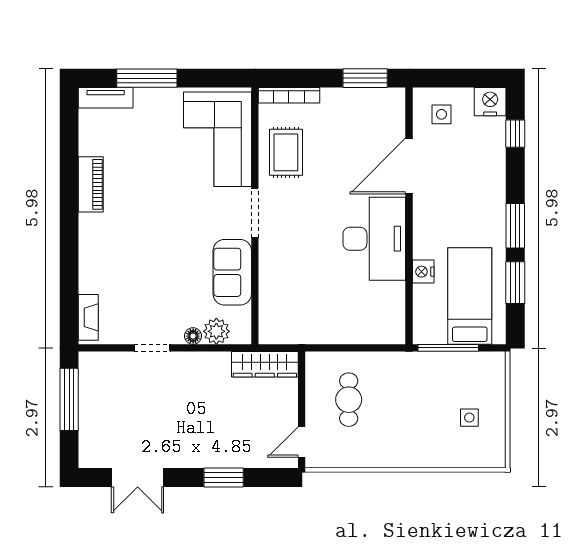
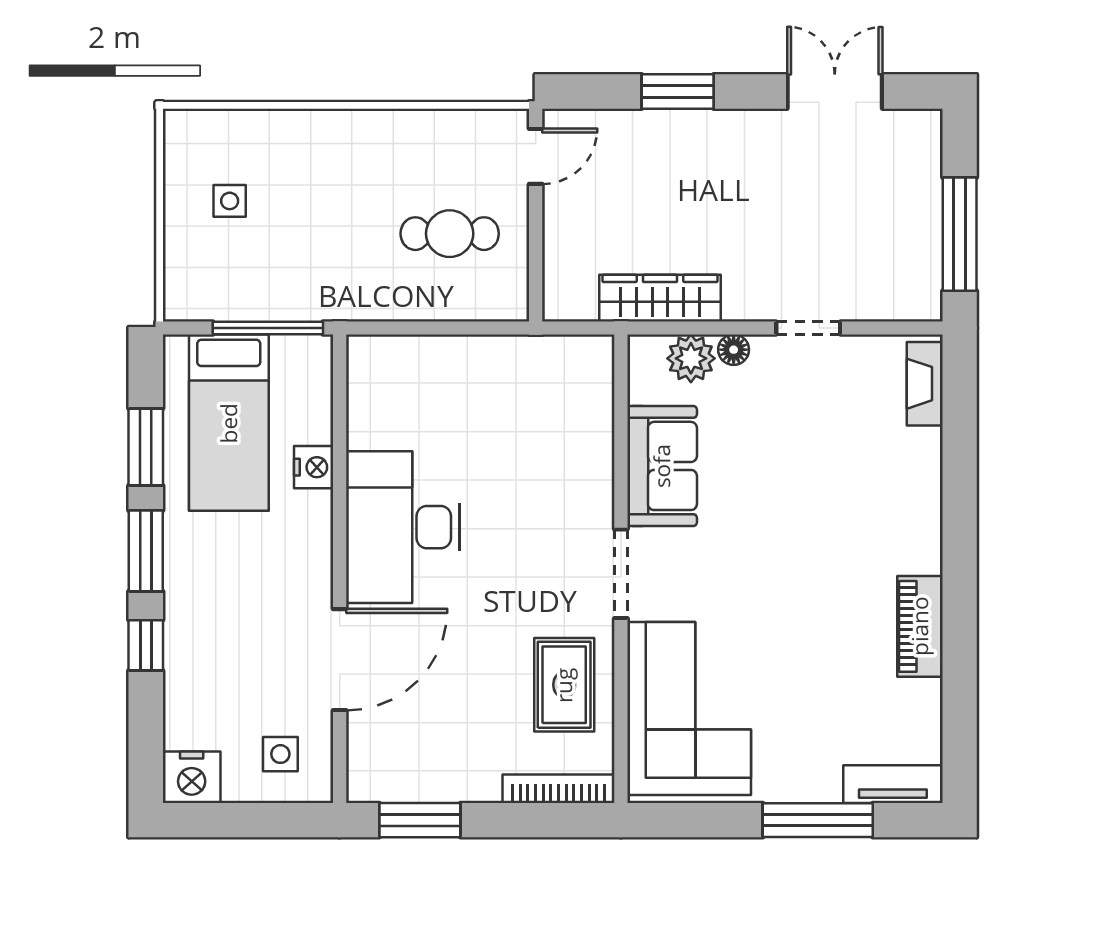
window: (515, 134) -> (146, 645), moved
wardrobe: (265, 364) -> (660, 298), moved
cafe table: (349, 400) -> (450, 234), turned 90

